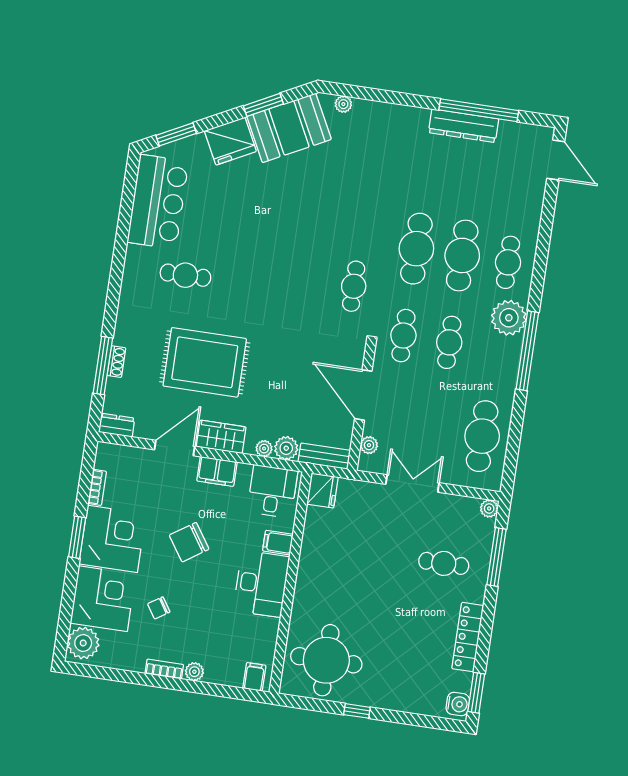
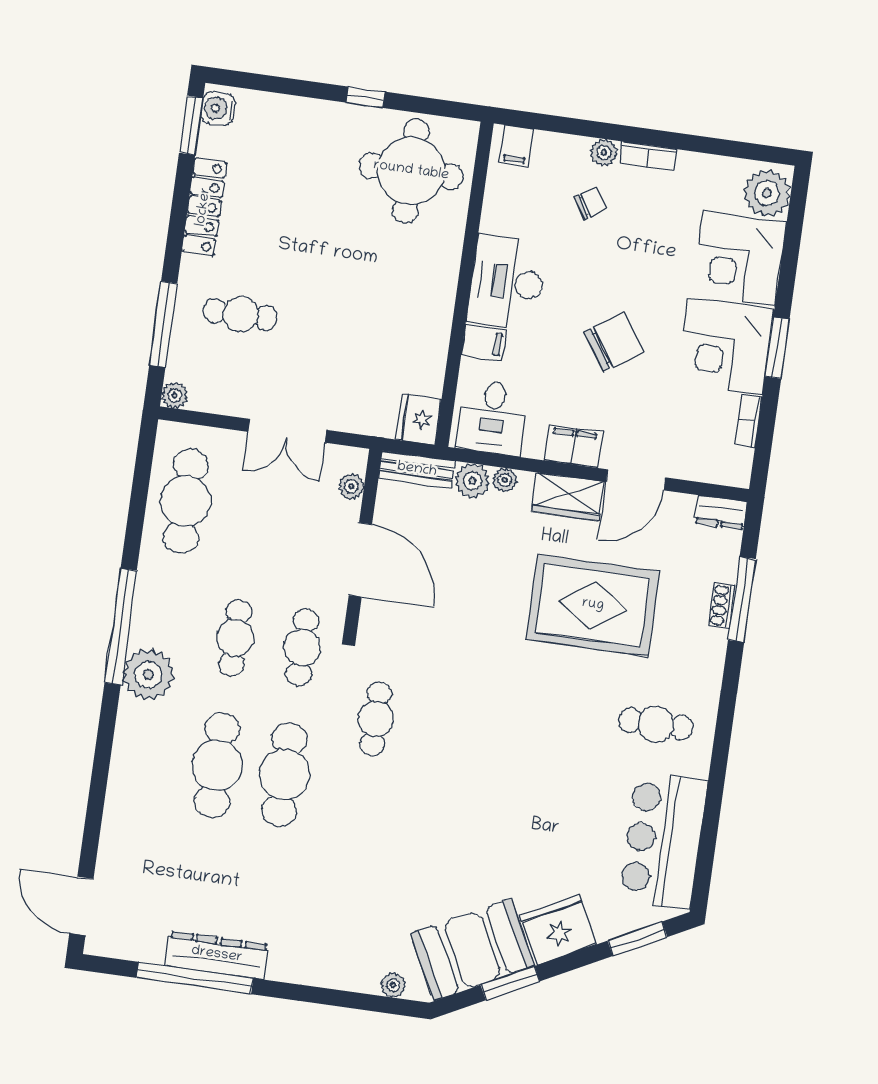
cafe table: (508, 262) -> (150, 756), removed
cafe table: (185, 275) -> (656, 724), moved
chair: (159, 608) -> (591, 203), moved

